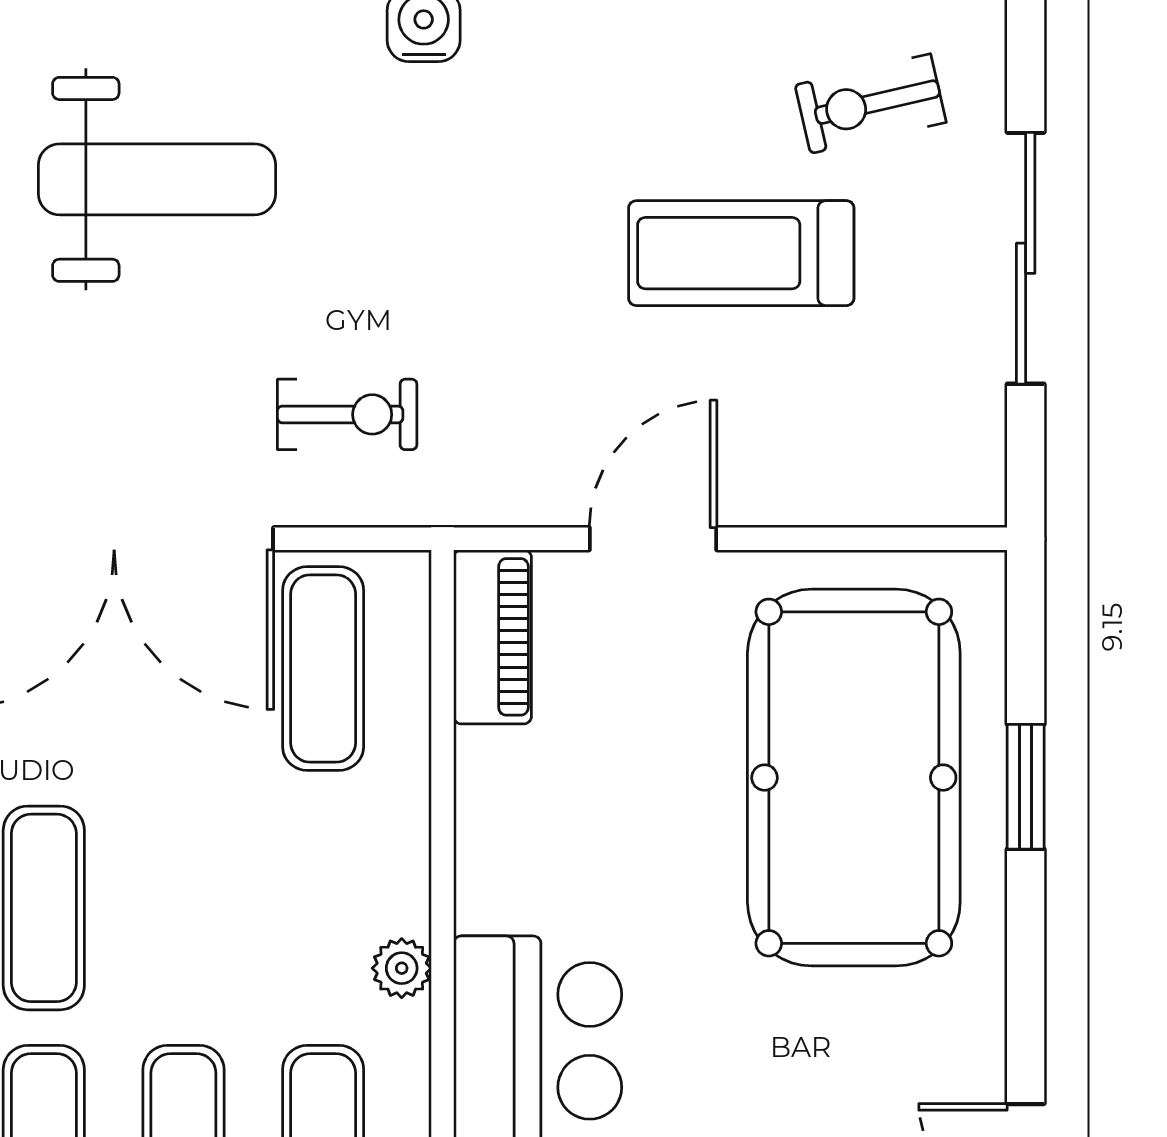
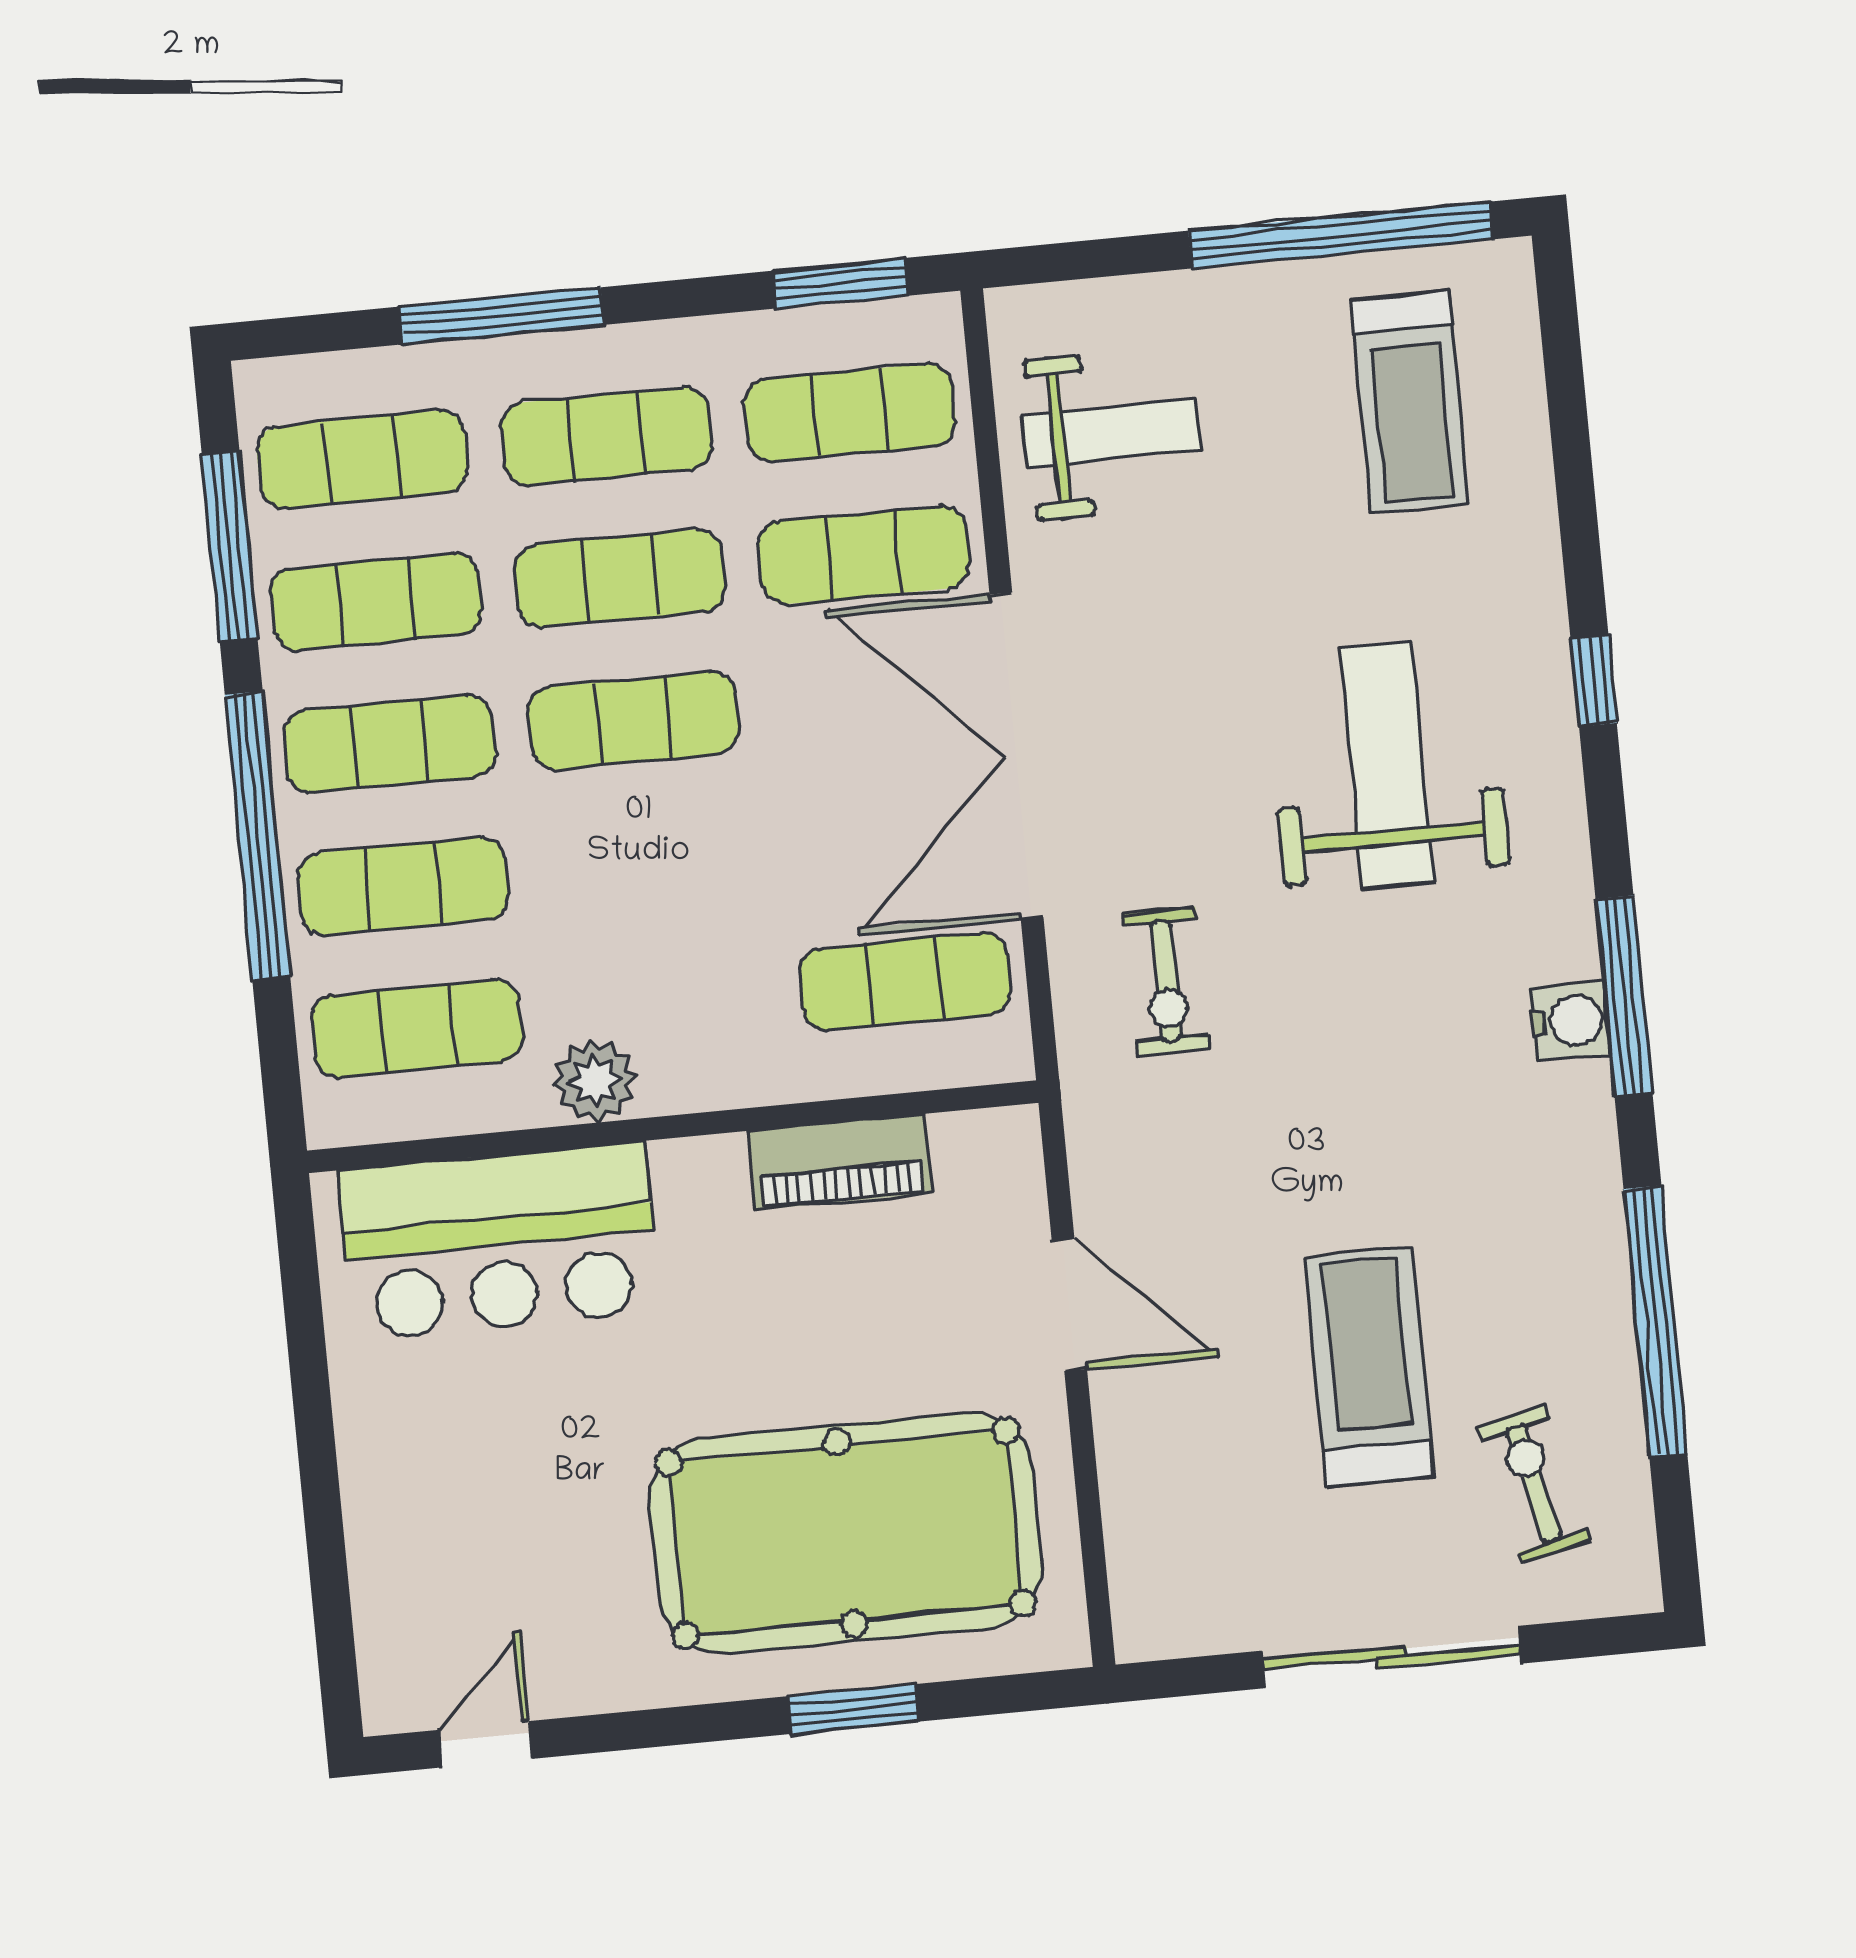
weight bench: (157, 179) -> (1387, 764), turned 180
piano: (492, 637) -> (840, 1162), moved
plant: (402, 968) -> (595, 1081), width x1.38, depth x1.38

